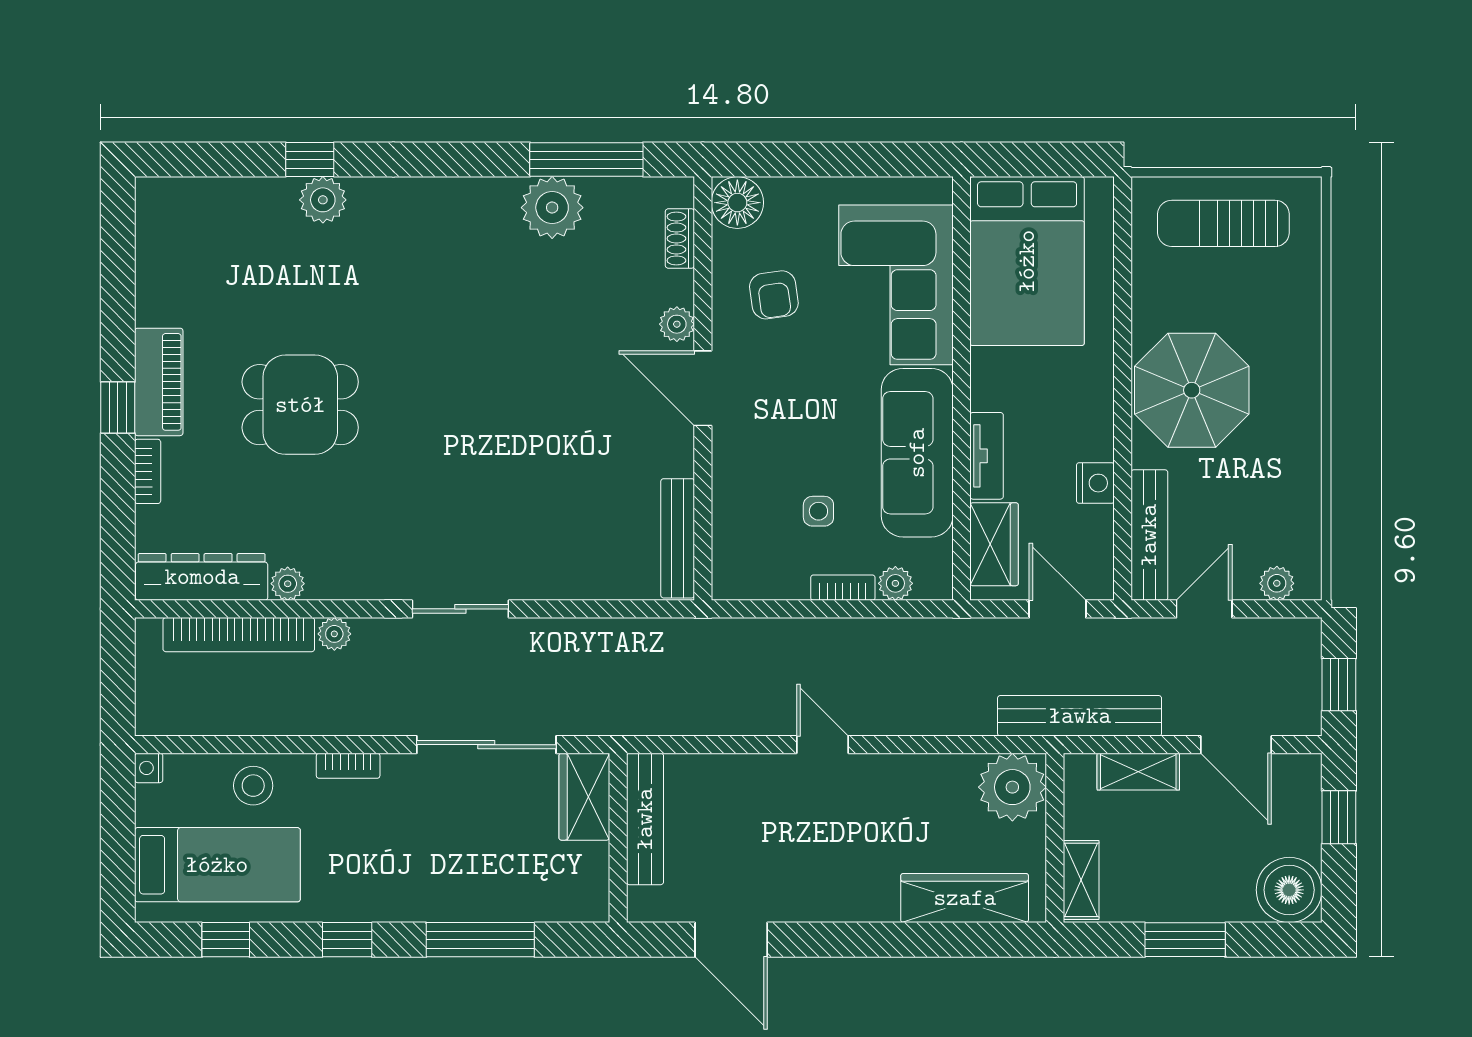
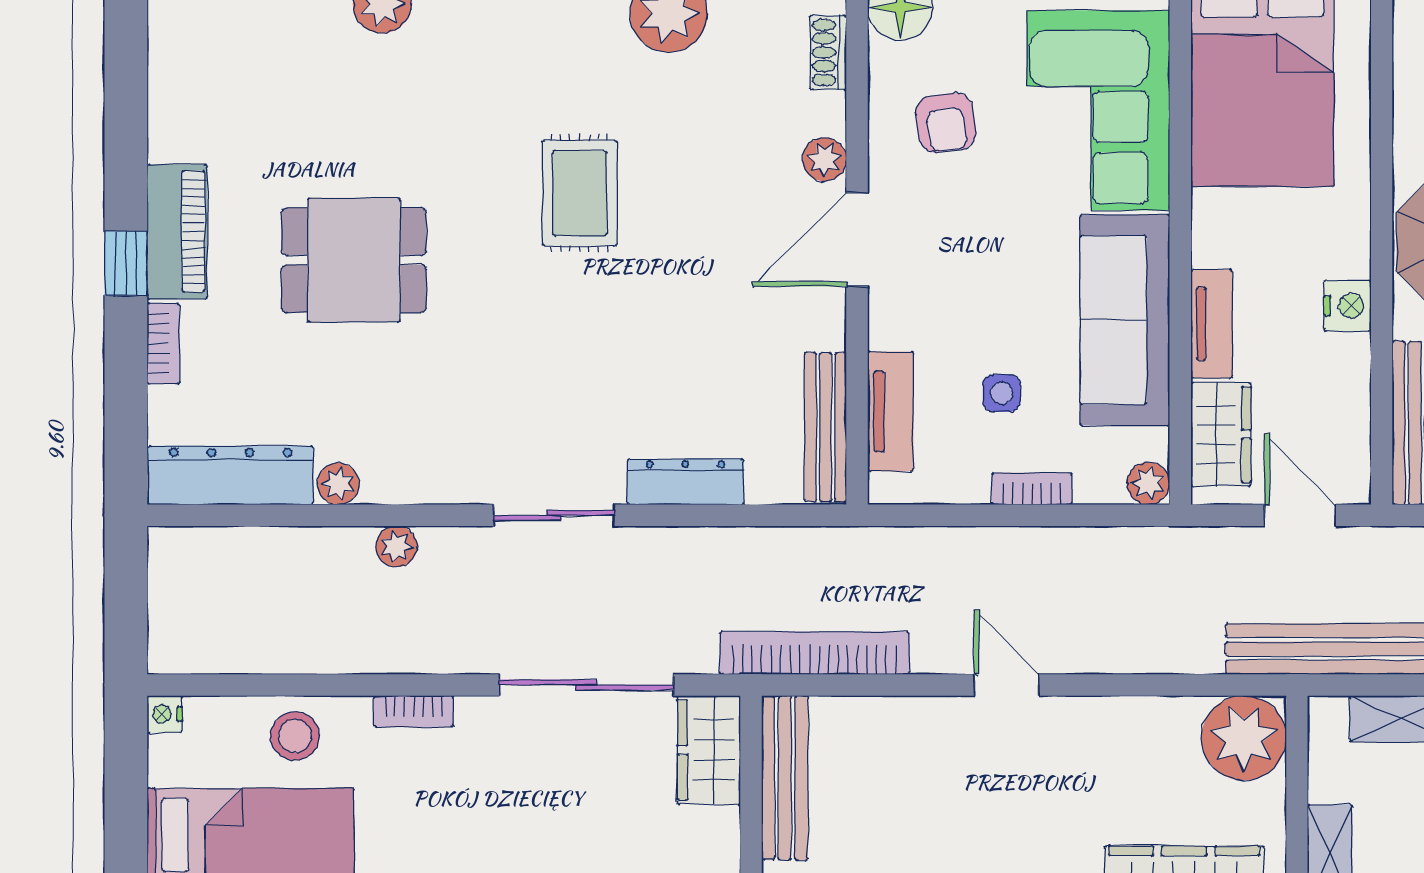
rug: (481, 351) -> (580, 193), added
door: (703, 388) -> (857, 239), hinge flipped
nightstand: (1095, 483) -> (1348, 306), moved
tv unit: (730, 526) -> (890, 411), added
dresser: (566, 582) -> (686, 482), added
plant: (895, 583) -> (1148, 483), moved
bookcase: (239, 635) -> (814, 653), moved, turned 180

